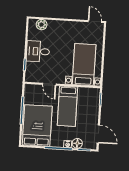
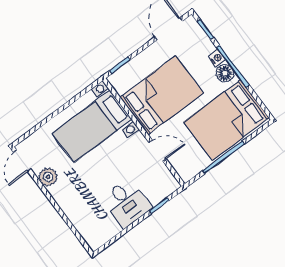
plant: (42, 25) -> (48, 177), moved
door: (49, 84) -> (158, 151), hinge flipped
bed: (67, 106) -> (162, 95), width x1.50
floor lamp: (77, 143) -> (225, 73), moved

